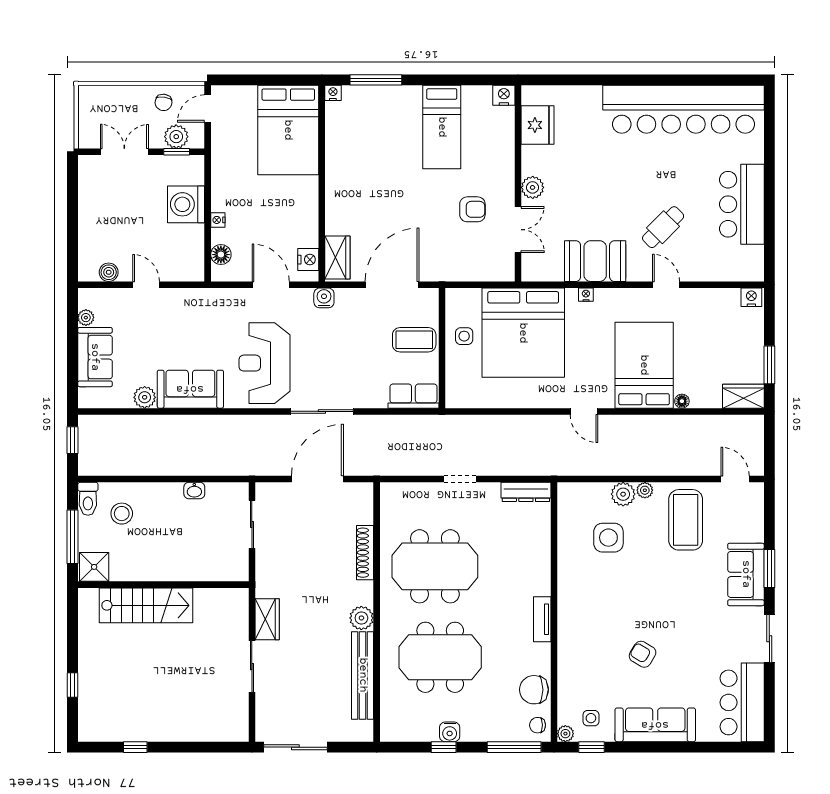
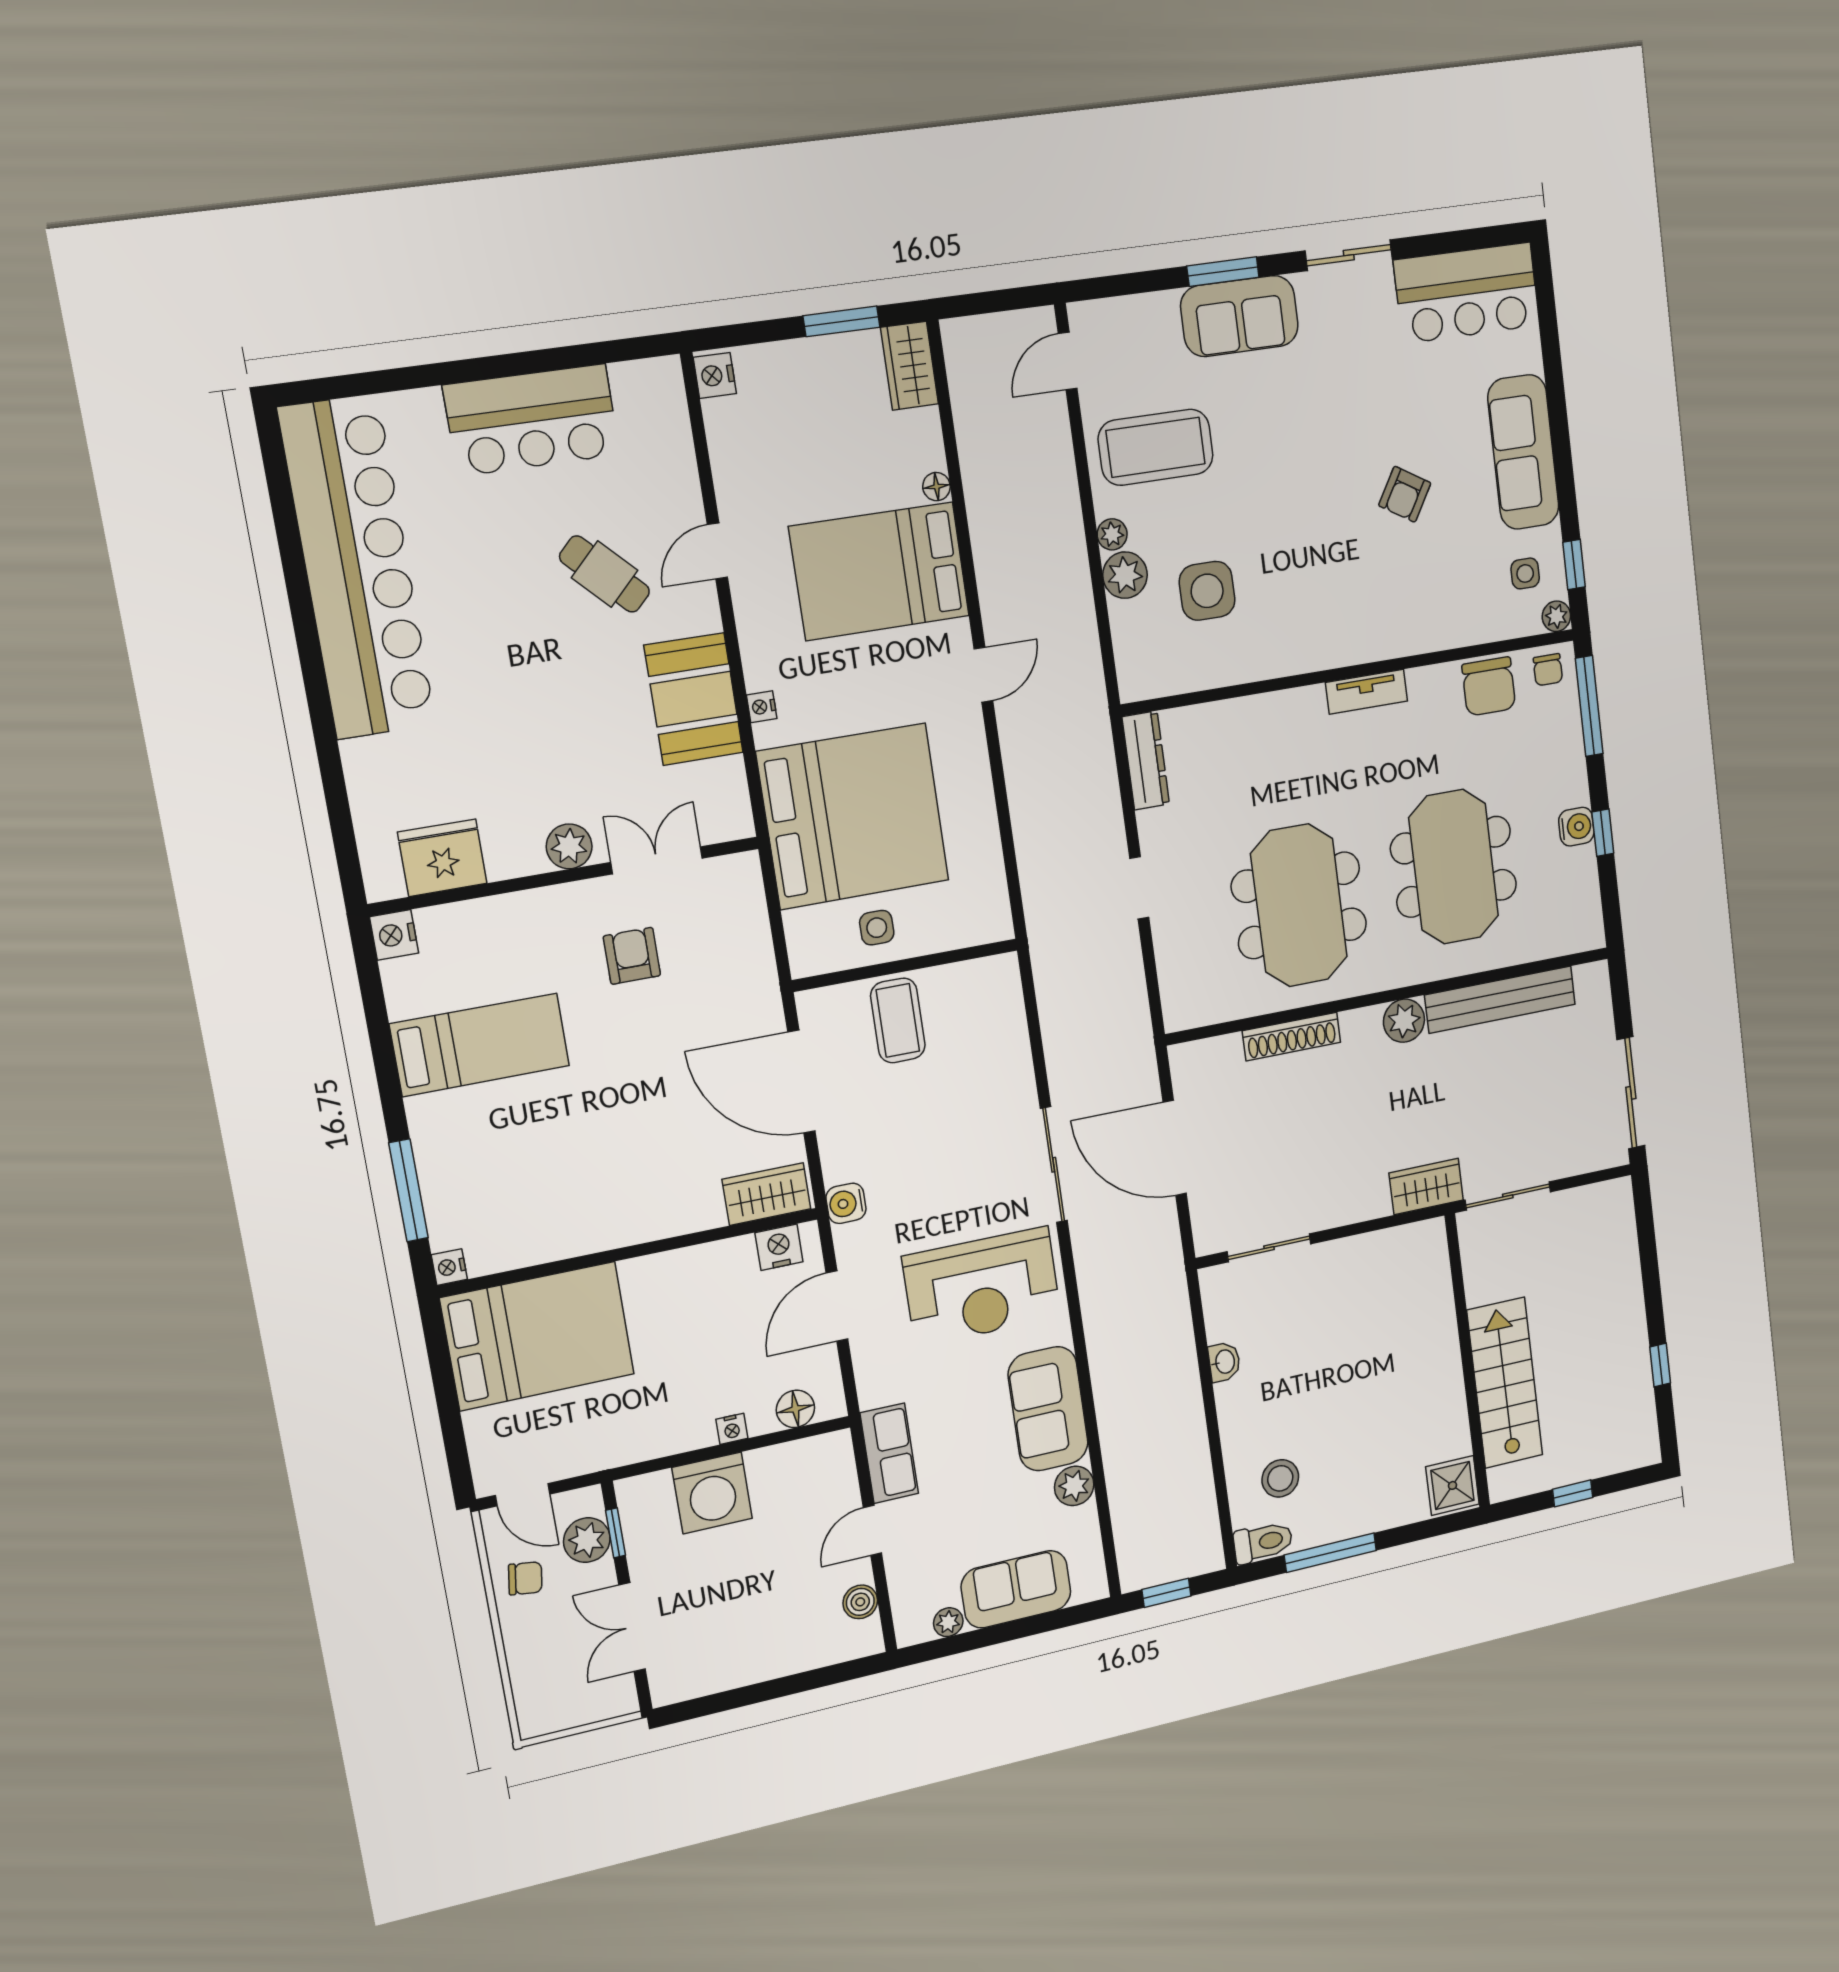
row of seats: (413, 396) -> (889, 1453), moved, turned 180
shower: (94, 567) -> (1452, 1485), moved
wall: (163, 585) -> (1467, 1361), moved
stairs: (146, 605) -> (1505, 1383), moved

